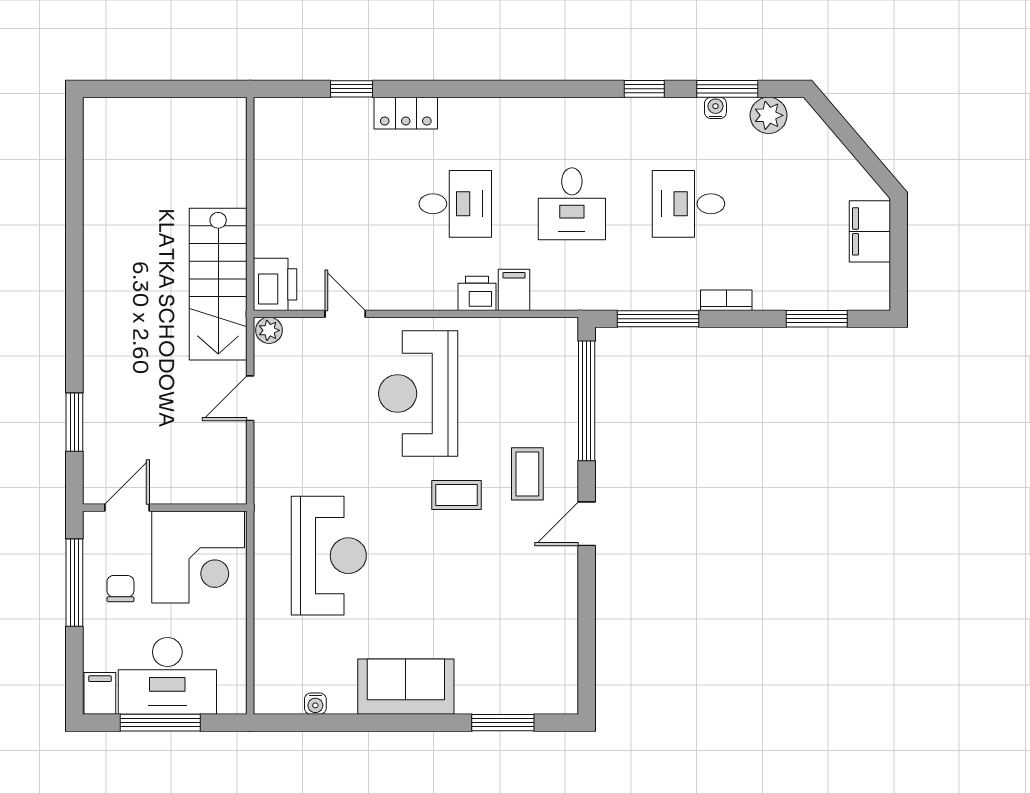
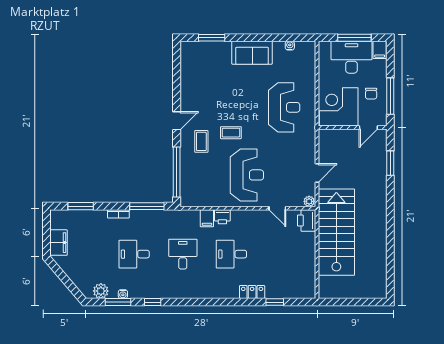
desk: (689, 204) -> (134, 254), turned 180
stairs: (218, 284) -> (336, 232), width x1.36, depth x1.51
reception desk: (329, 556) -> (284, 107), turned 180

